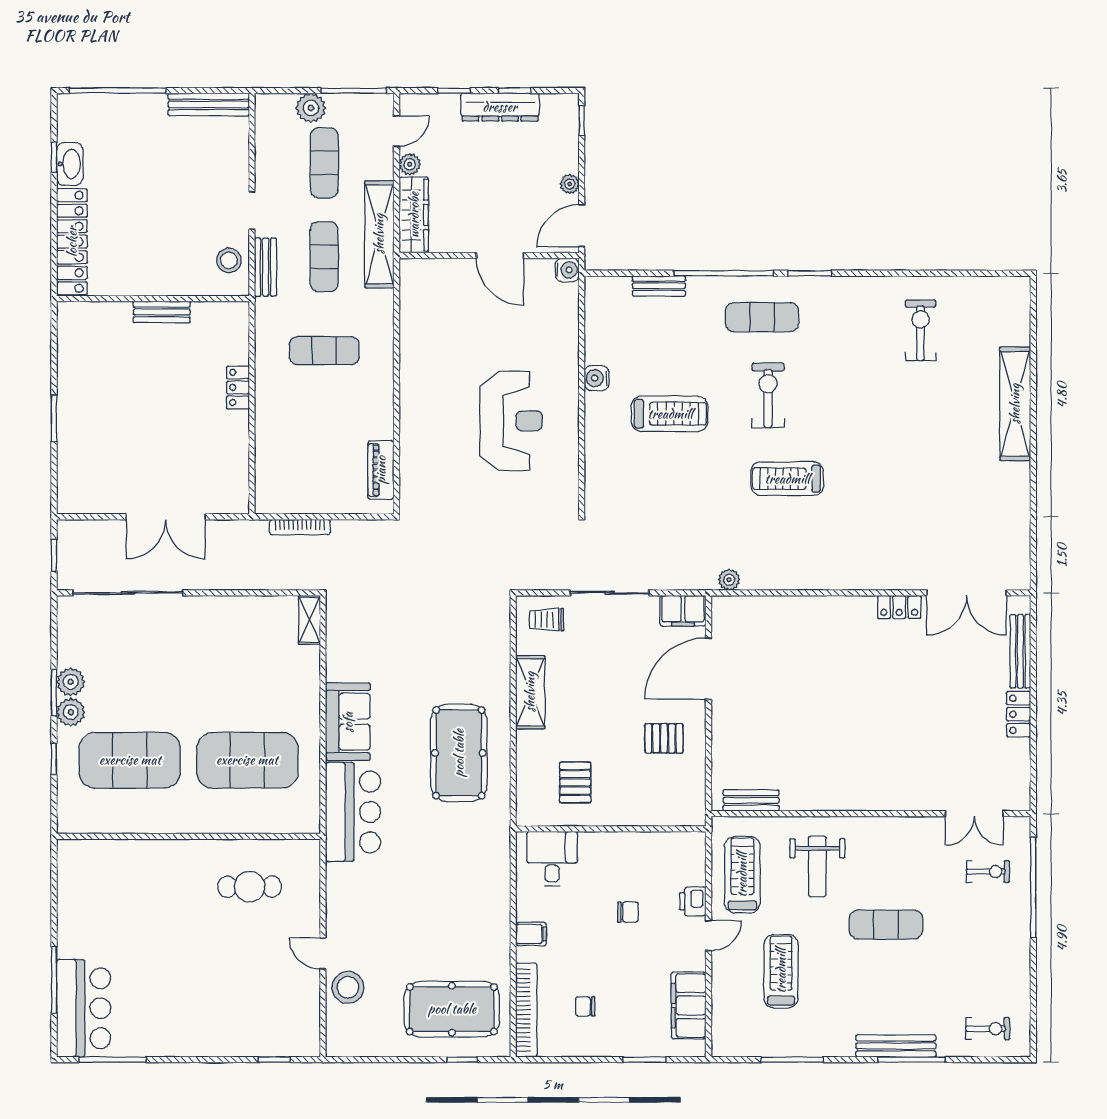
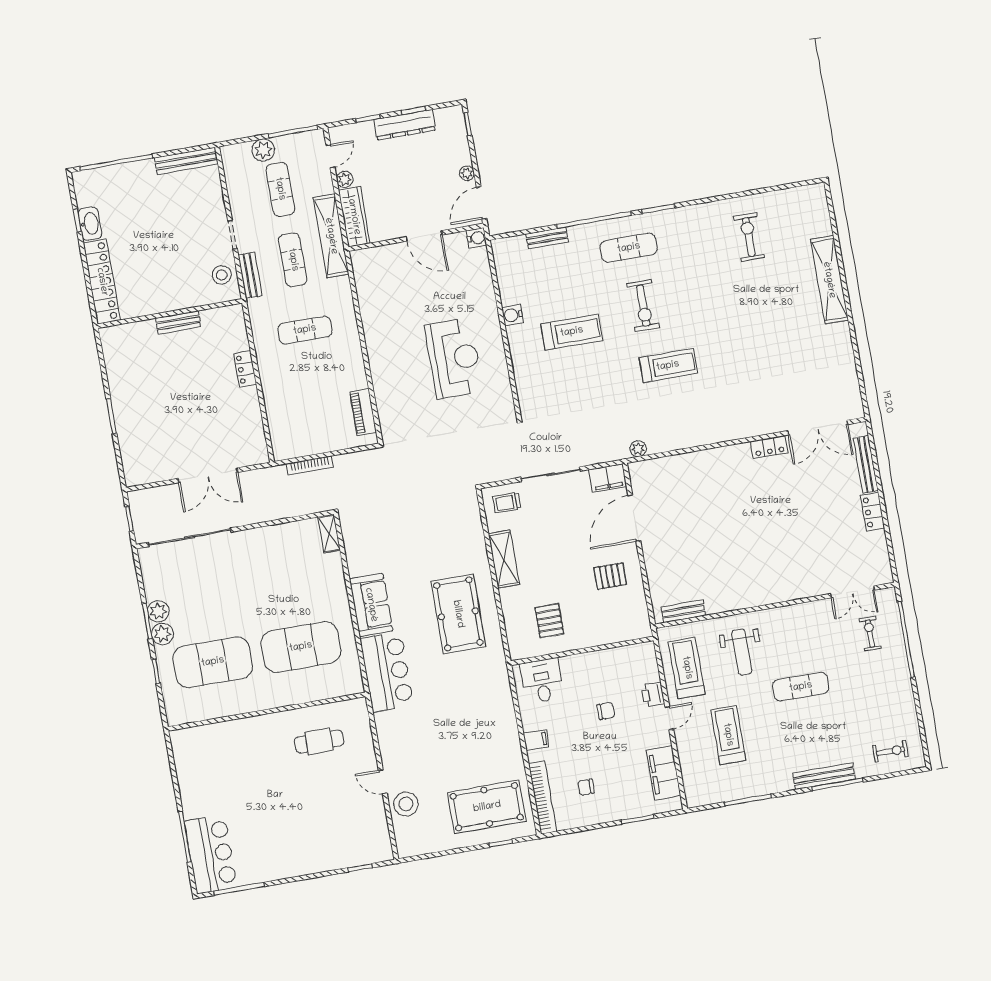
exercise bike: (768, 395) -> (643, 306), turned 180
treadmill: (787, 479) -> (668, 366), turned 180
exercise bike: (988, 872) -> (870, 634), turned -90

